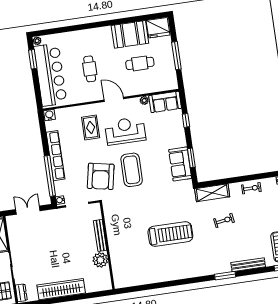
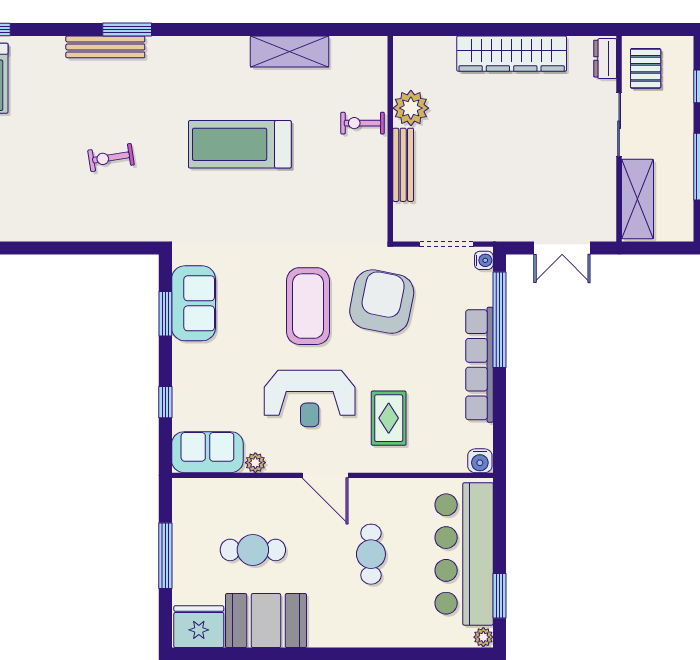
exercise bike: (251, 188) -> (362, 123), moved
shelving: (212, 193) -> (290, 52), moved
bench: (248, 265) -> (105, 47), moved

